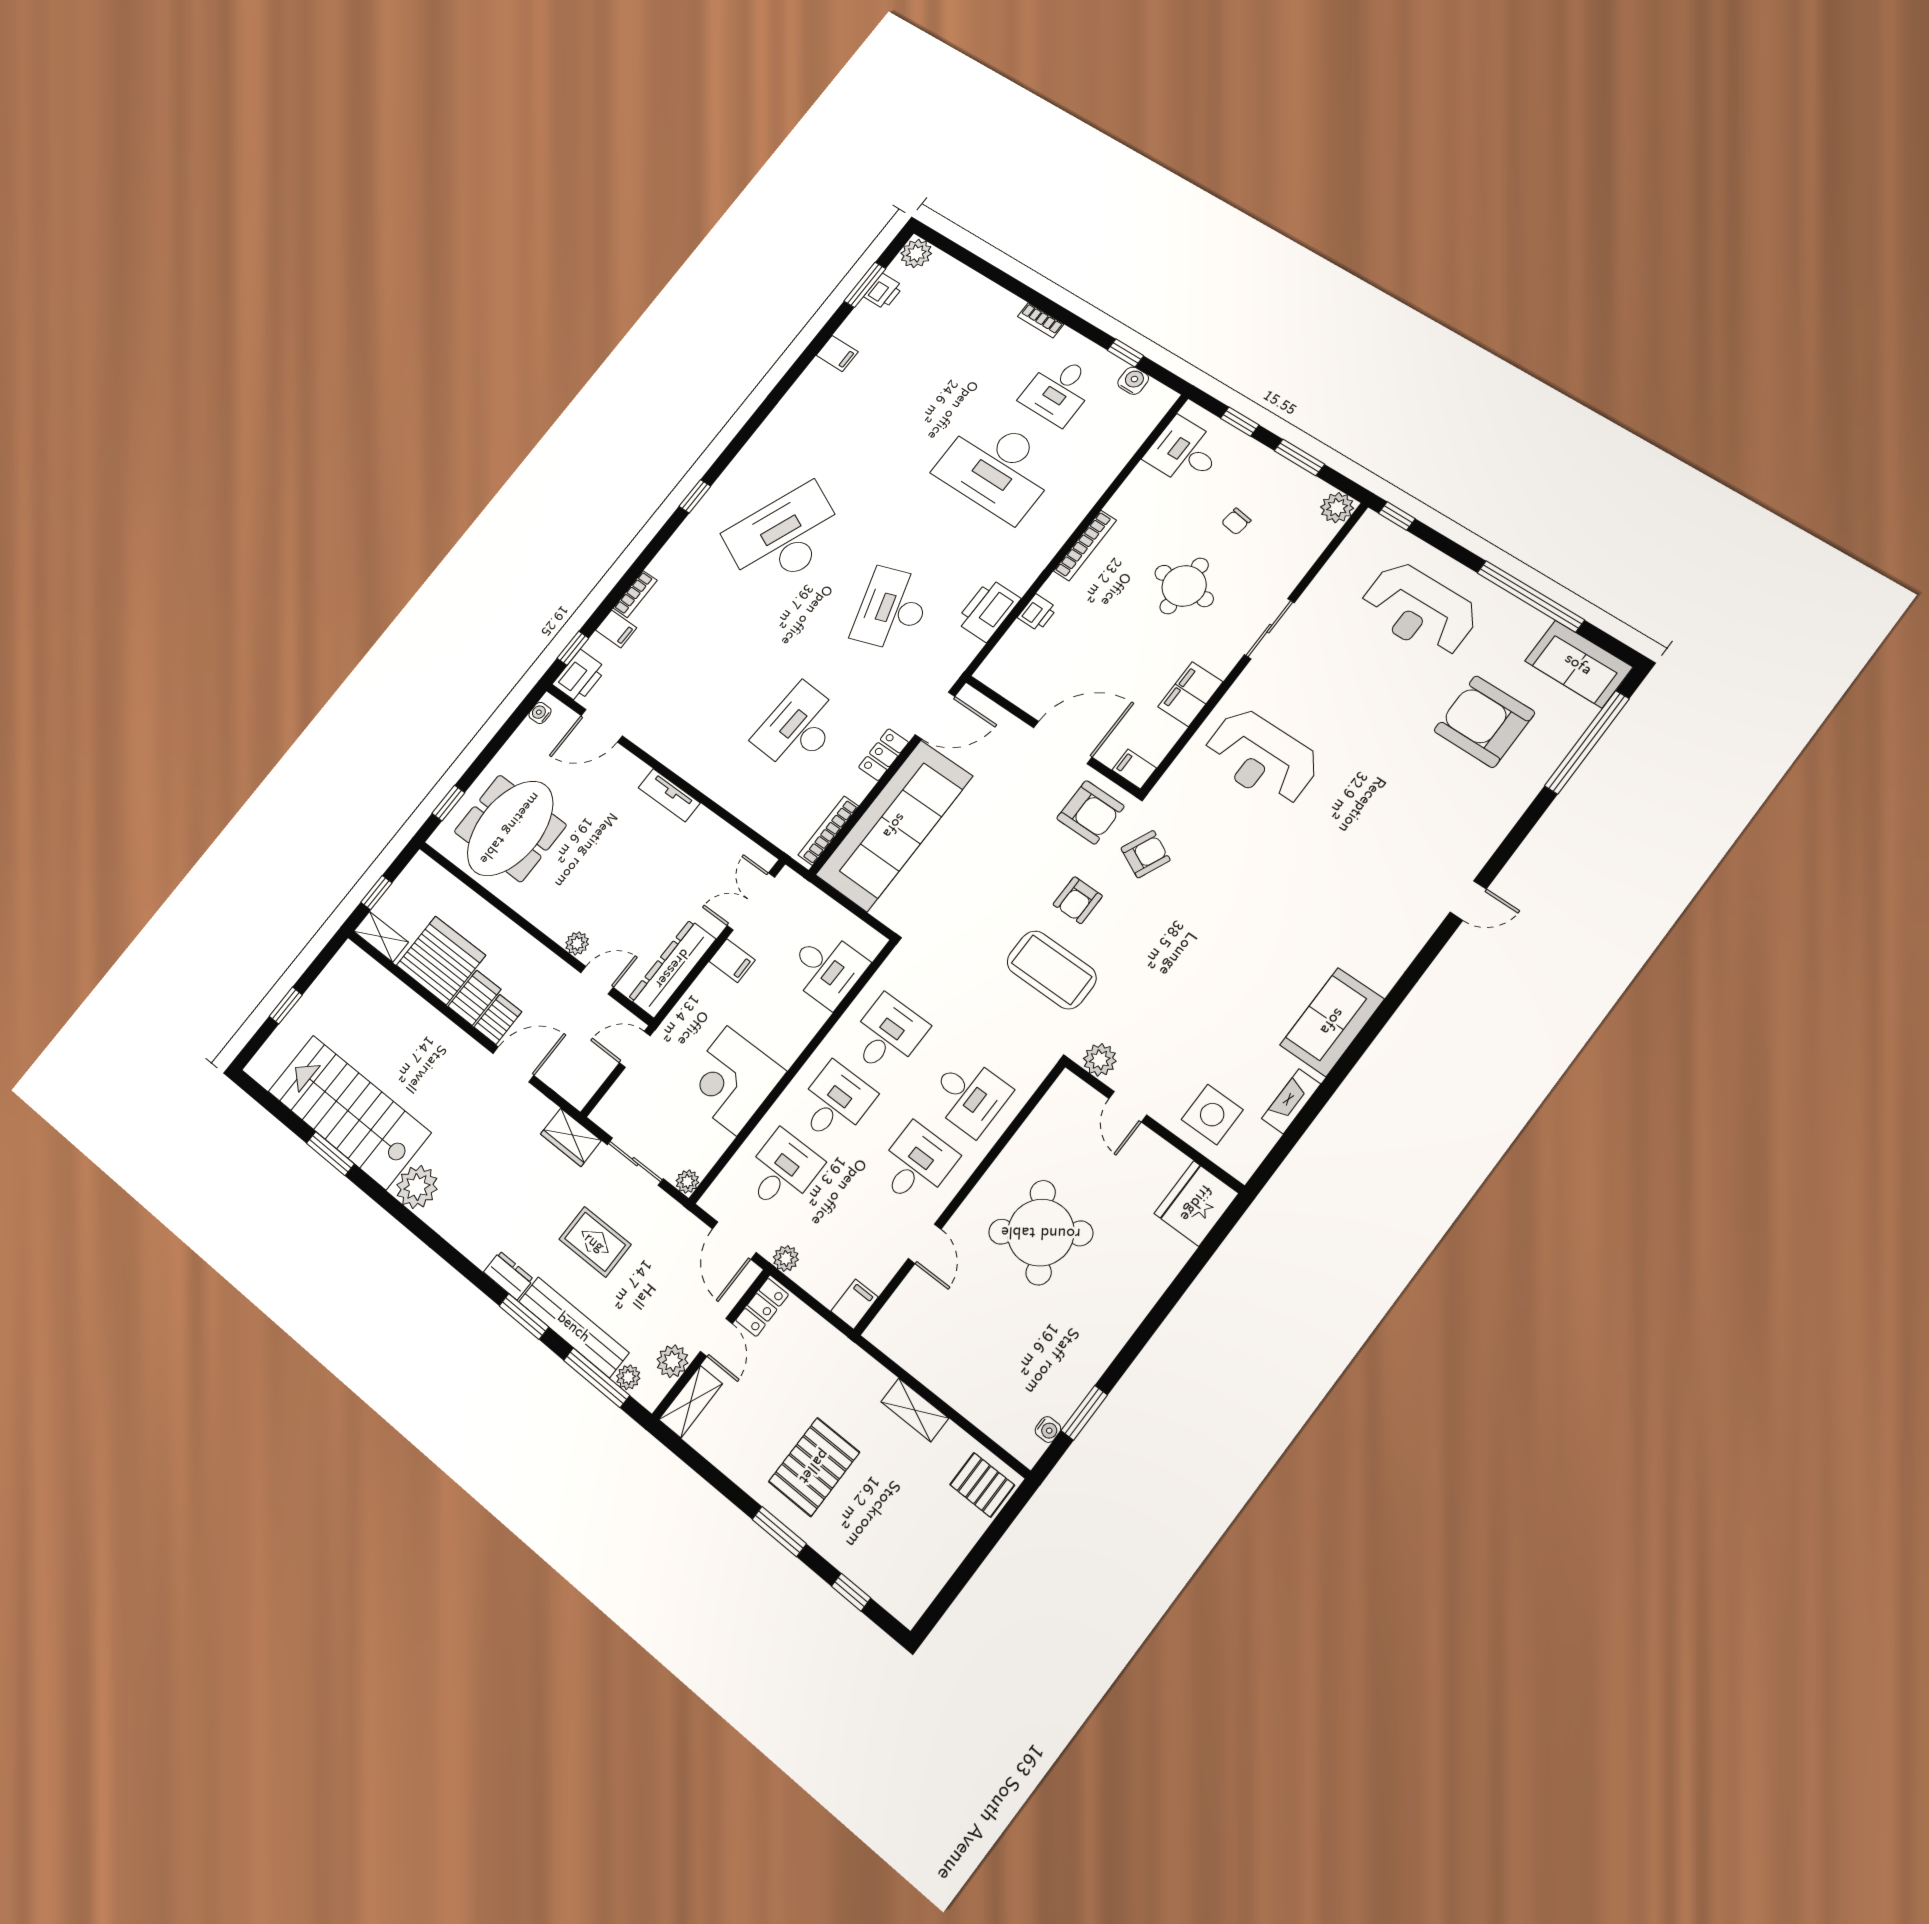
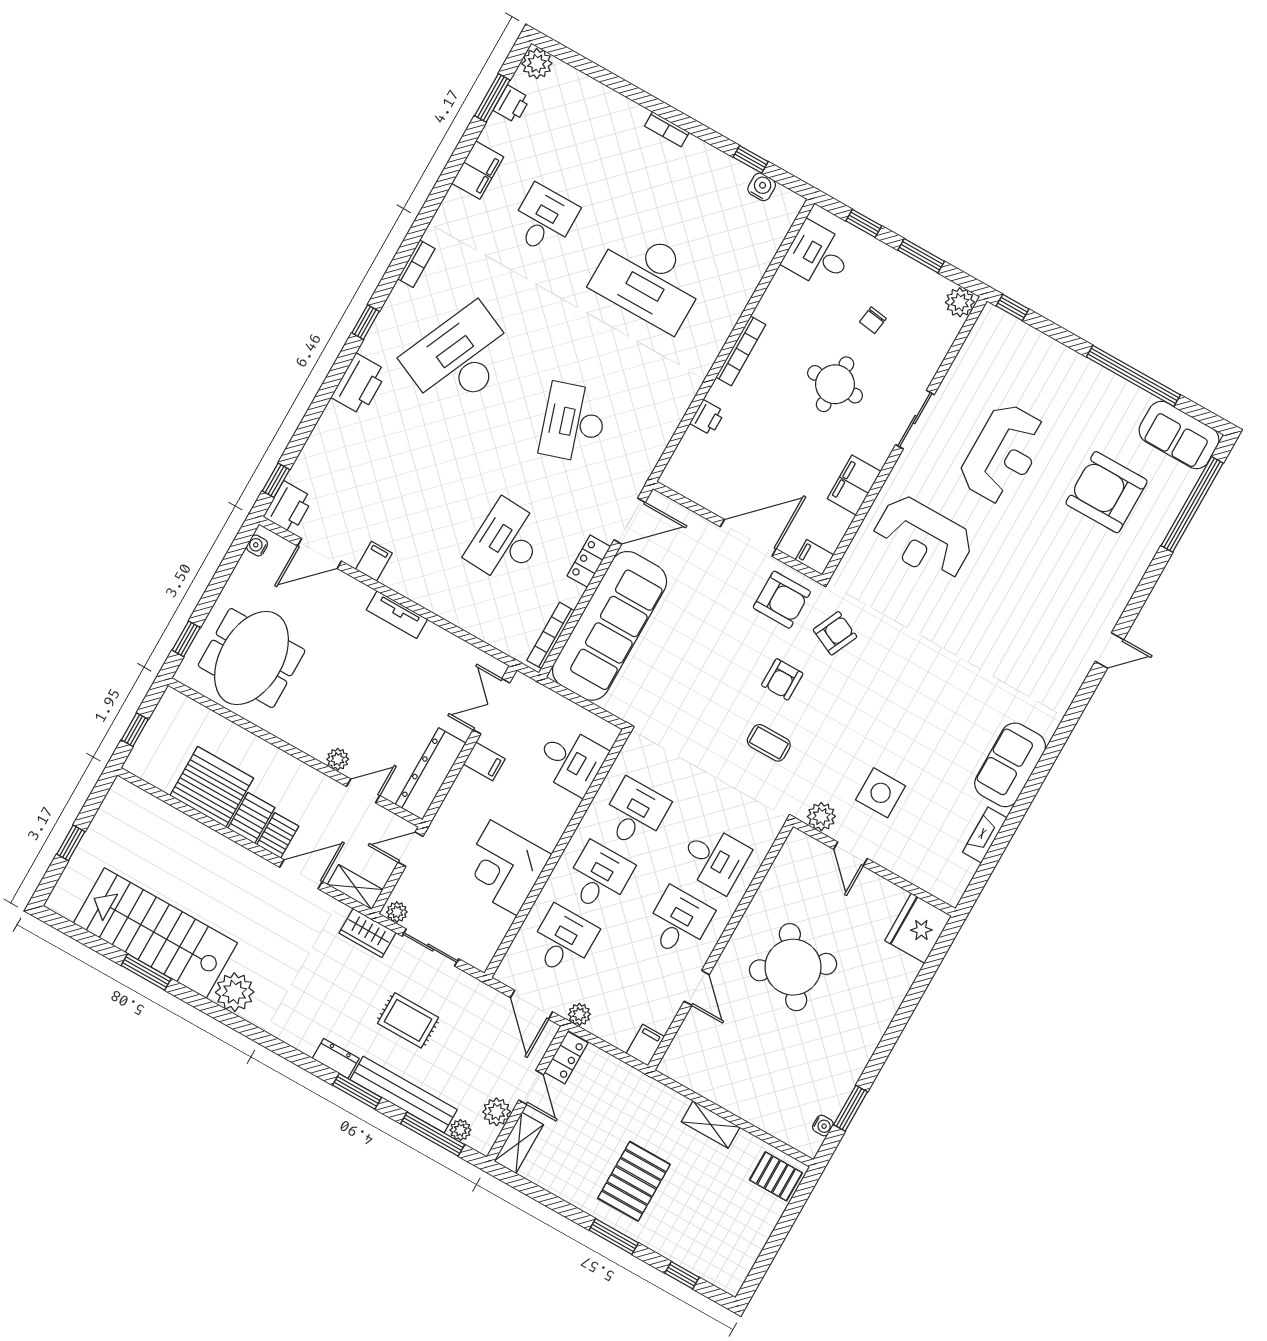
filing cabinet: (837, 353) -> (478, 170), width x2.00
desk: (1059, 390) -> (544, 220), moved, turned 180
bookcase: (635, 594) -> (416, 264), moved
printer: (988, 610) -> (359, 384), moved, turned 180
reception desk: (1419, 610) -> (1003, 454), moved, turned -90
filing cabinet: (616, 629) -> (374, 561), moved, turned -90
shelving: (381, 937) -> (355, 887), moved
coffee table: (1052, 970) -> (769, 743), width x0.54, depth x0.58
side table: (1212, 1115) -> (881, 793), moved
plant: (687, 1182) -> (397, 912), moved

